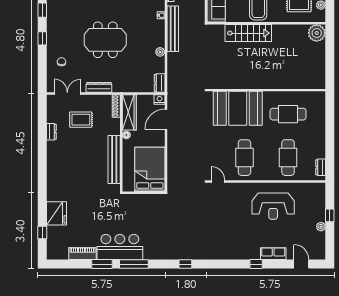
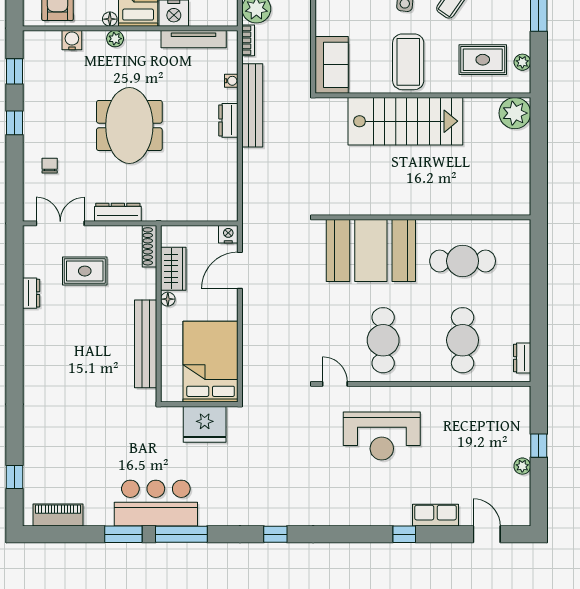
stairs: (248, 33) -> (405, 121), width x1.36, depth x1.51
meeting table: (105, 40) -> (129, 125), turned 90
plant: (160, 52) -> (229, 148), removed
dresser: (160, 83) -> (228, 120), moved
wardrobe: (129, 112) -> (173, 269), width x0.67
reception desk: (273, 206) -> (382, 436), moved
fridge: (57, 213) -> (205, 424), moved, turned 90
piano: (82, 253) -> (58, 515), moved

